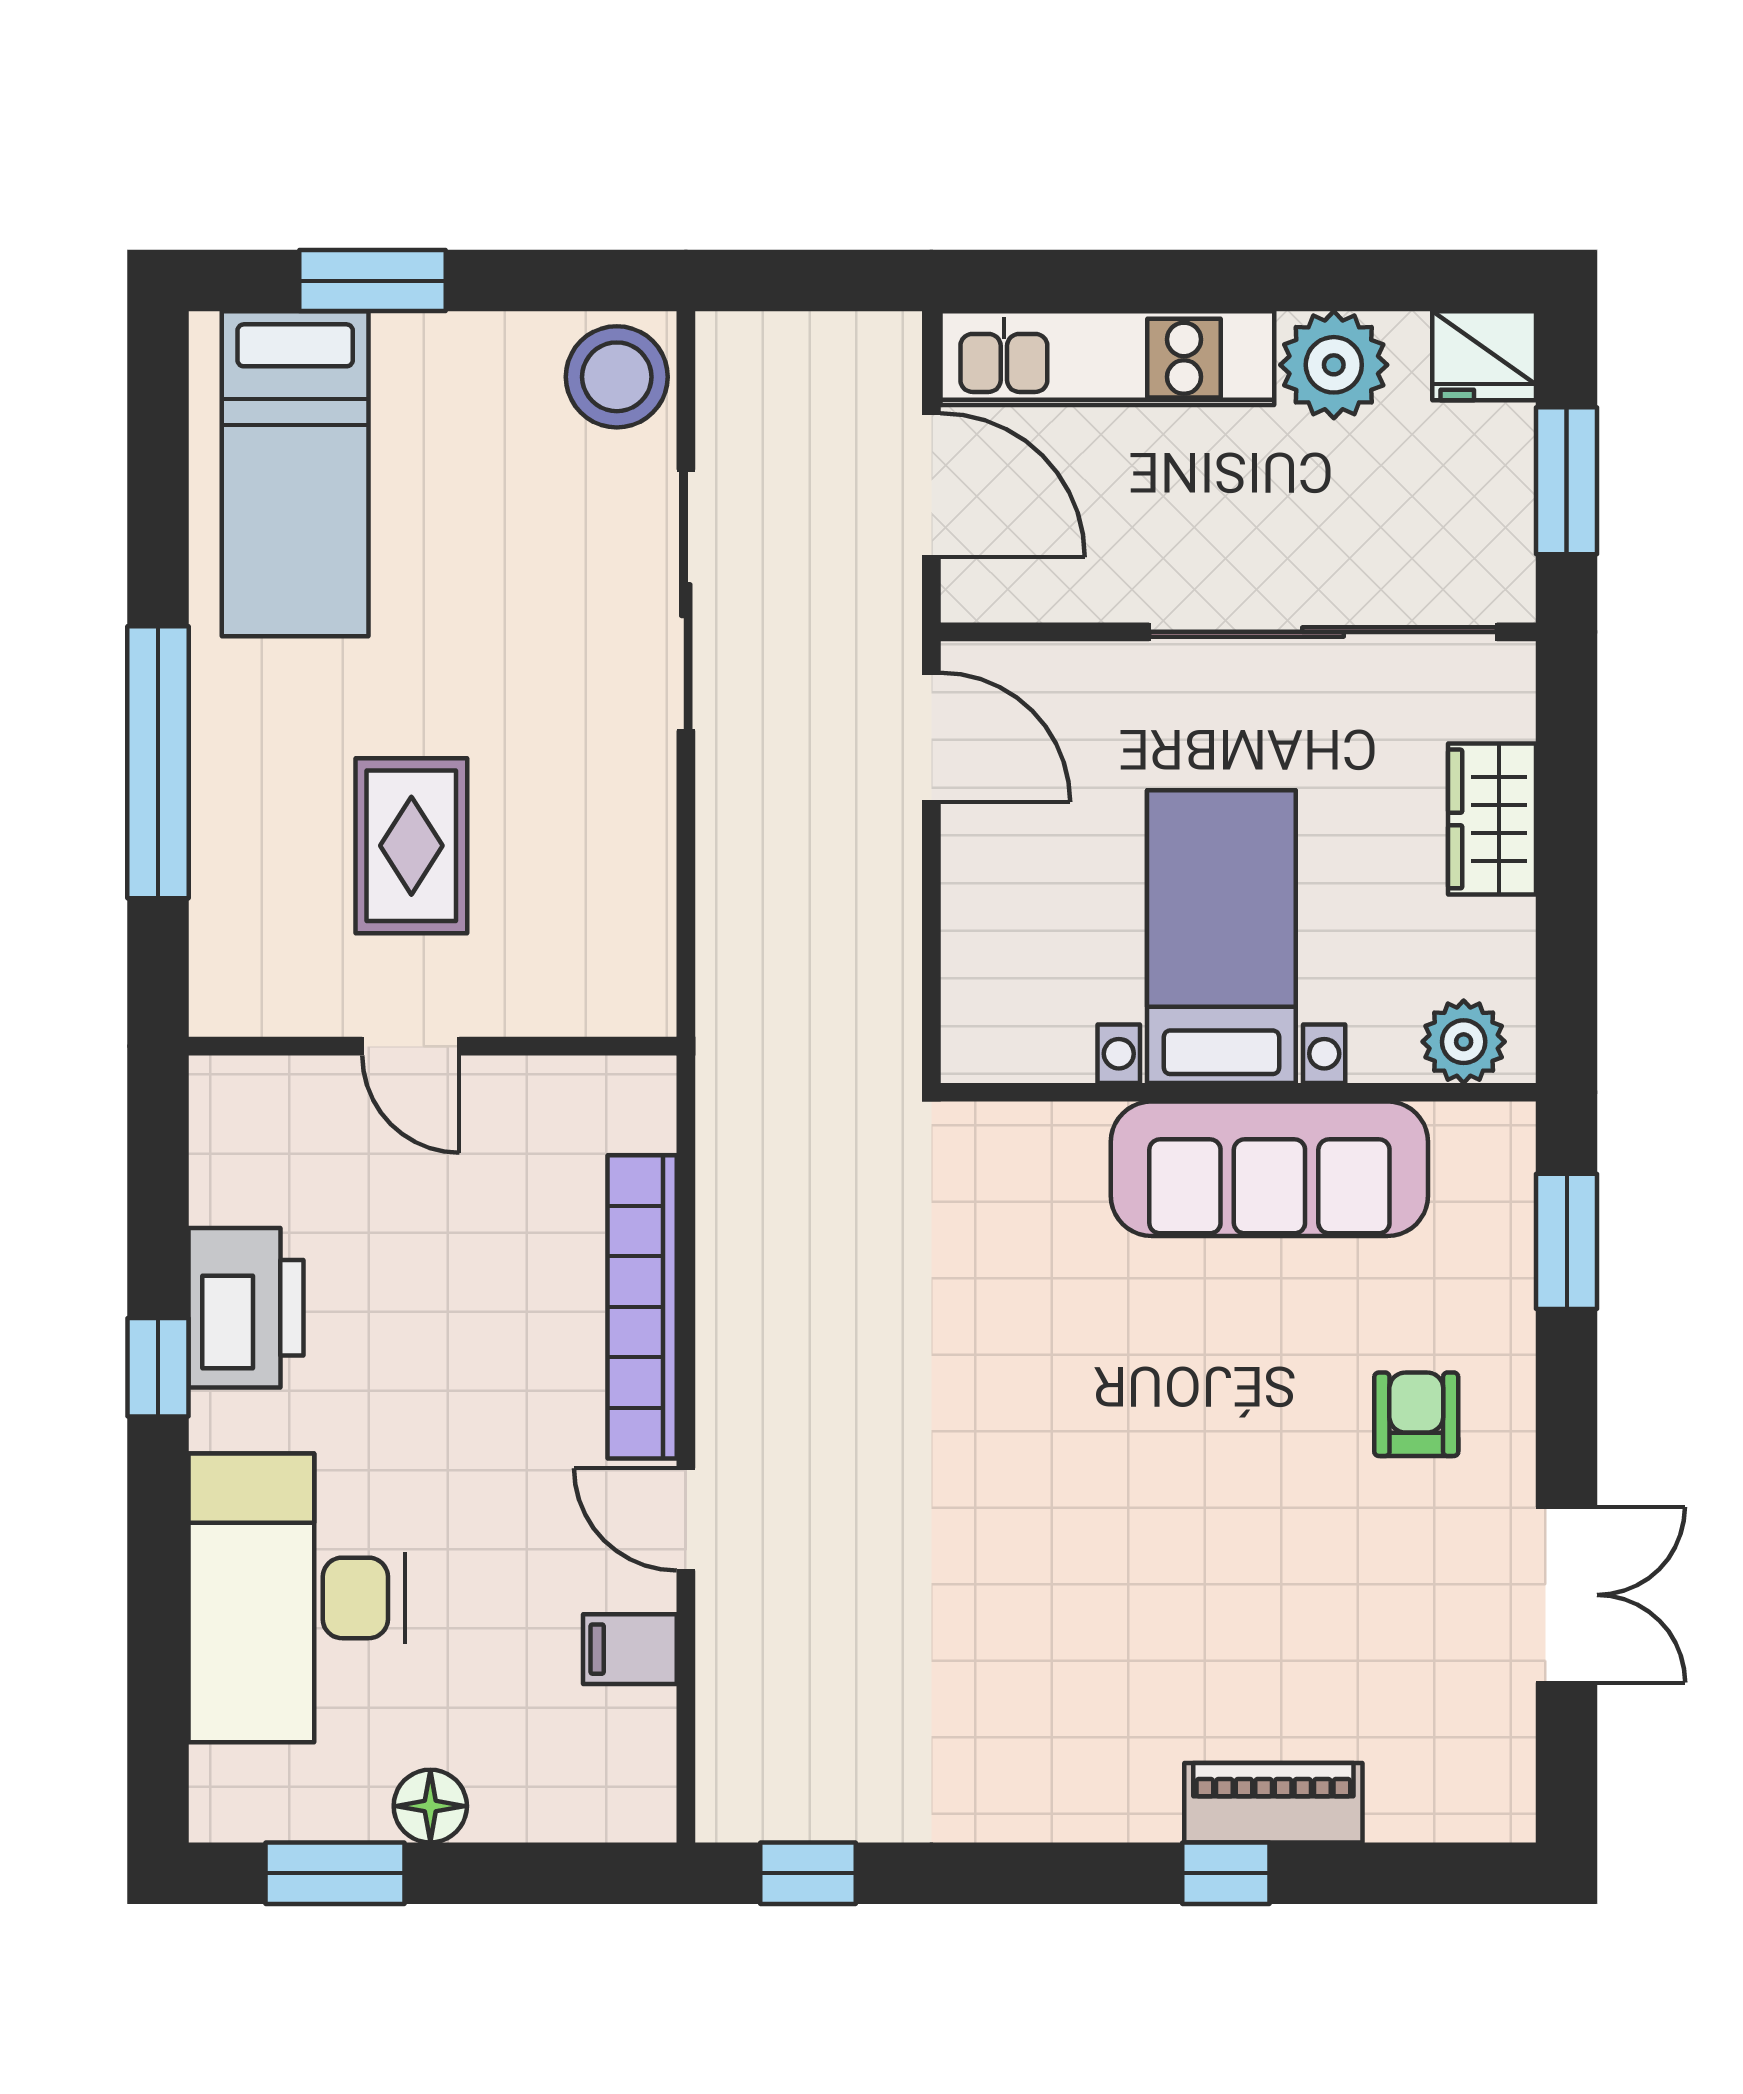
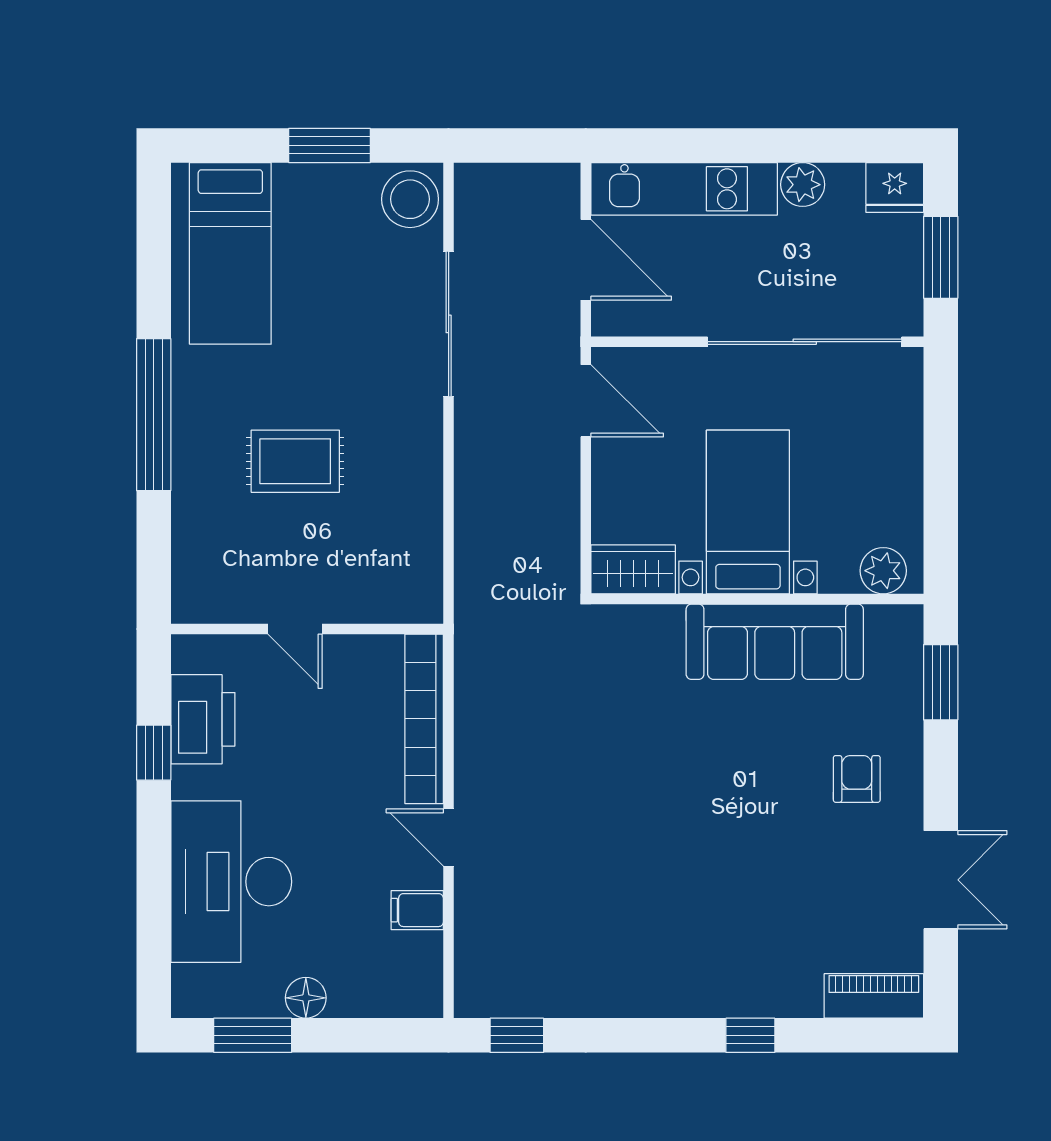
window: (373, 281) -> (330, 145), moved
plant: (1334, 365) -> (803, 185), width x0.73, depth x0.73
wardrobe: (1492, 819) -> (633, 569), moved, turned 90
rug: (411, 846) -> (295, 461), turned 90
door: (411, 1046) -> (295, 629), moved
wall: (433, 1046) -> (307, 629), moved
piano: (1273, 1803) -> (874, 996), moved

